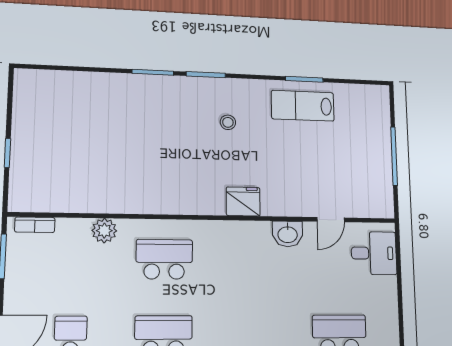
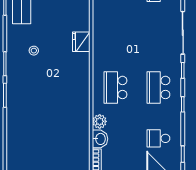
washbasin: (288, 234) -> (100, 139), moved

